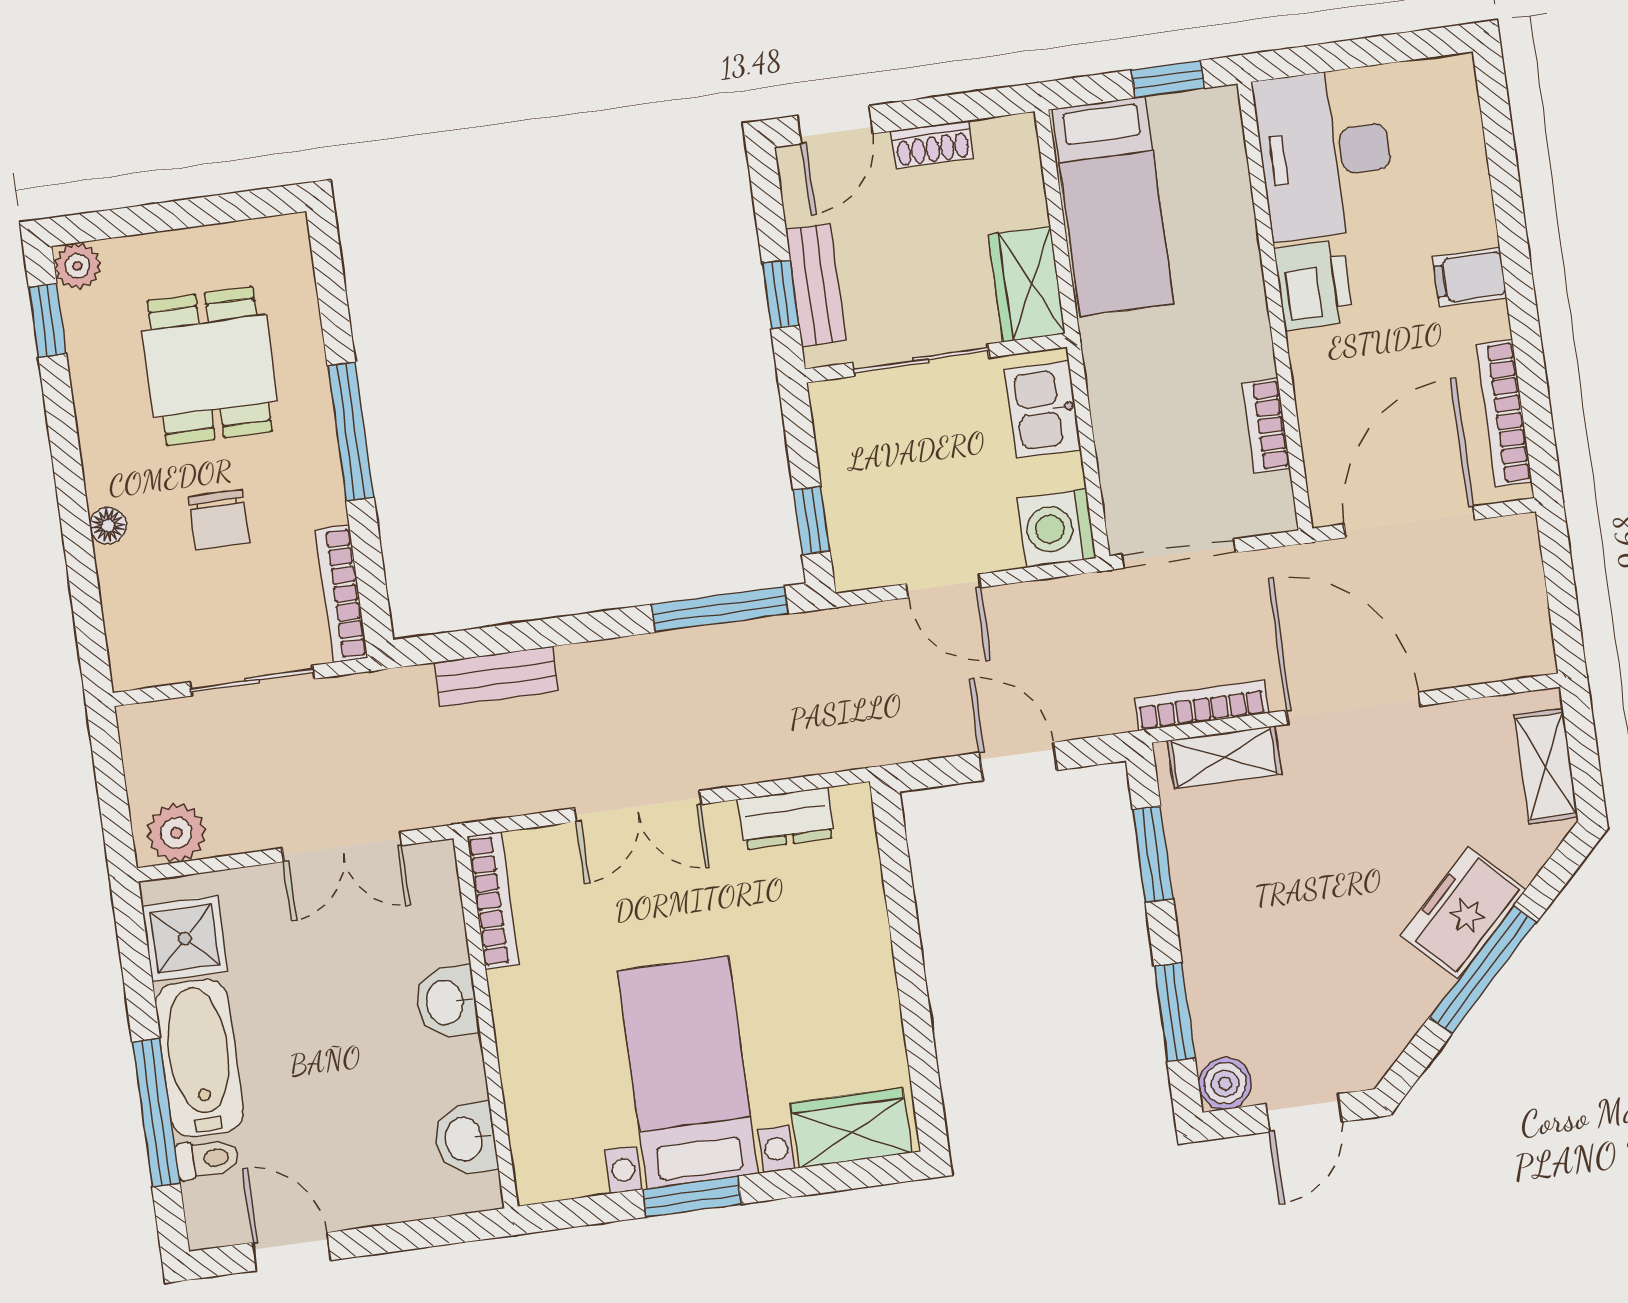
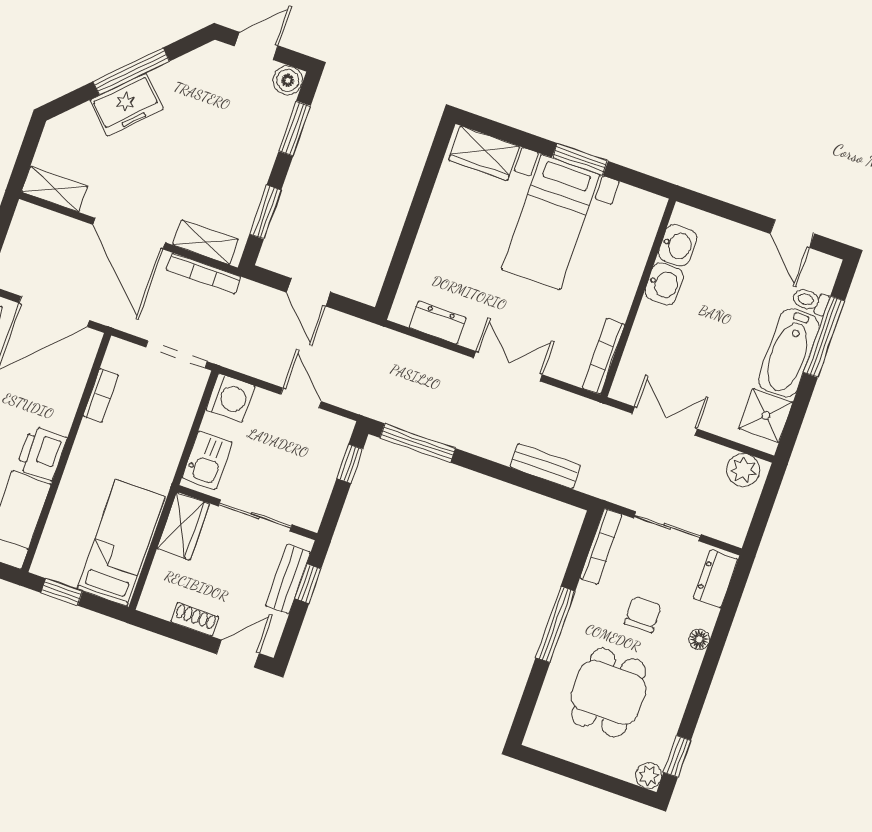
dresser: (131, 636) -> (716, 579), added
shelving: (1546, 766) -> (55, 189), moved, turned 90
washbasin: (447, 1002) -> (664, 284), moved

